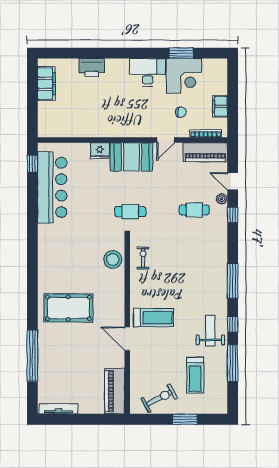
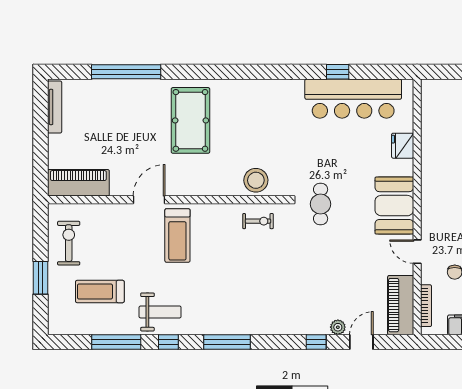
fridge: (100, 151) -> (403, 146), moved
window: (32, 164) -> (338, 72), moved
cafe table: (194, 210) -> (323, 290), removed
exercise bike: (159, 398) -> (69, 243), turned -153

